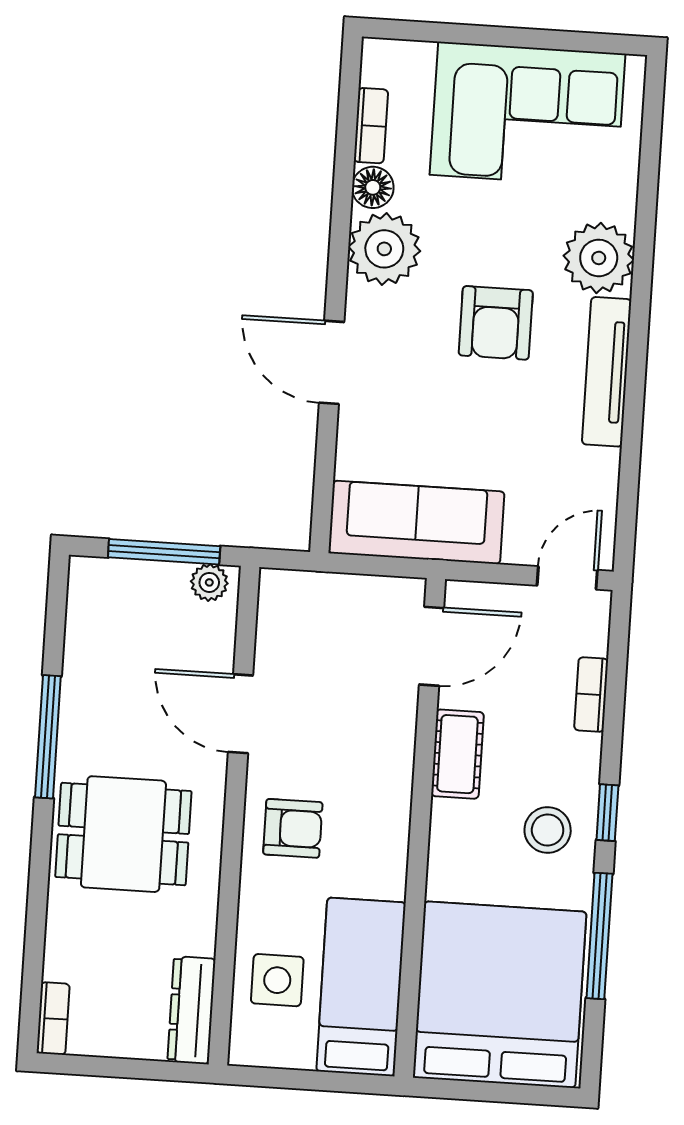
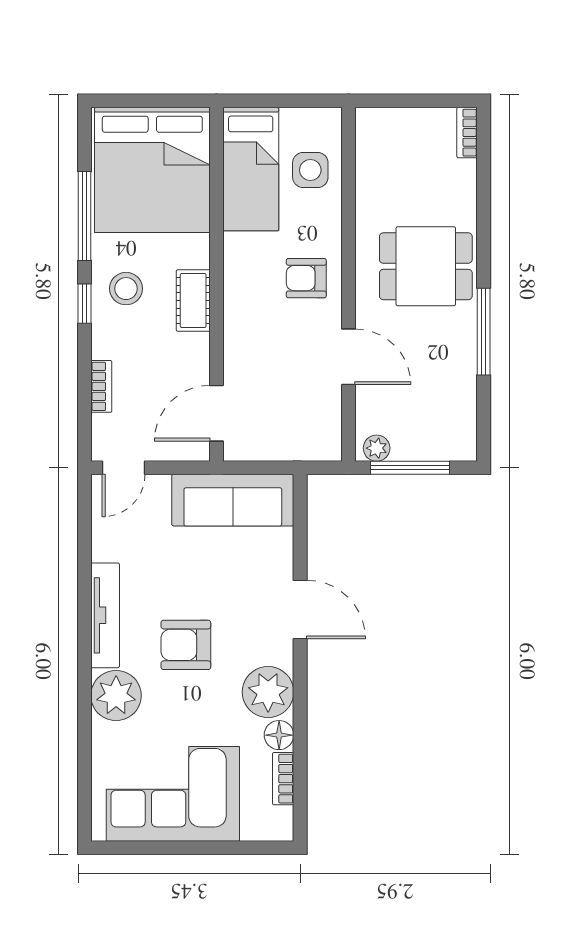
armchair: (496, 323) -> (186, 645), turned -90
cot: (457, 754) -> (193, 300), moved
dresser: (191, 1010) -> (370, 145), removed

